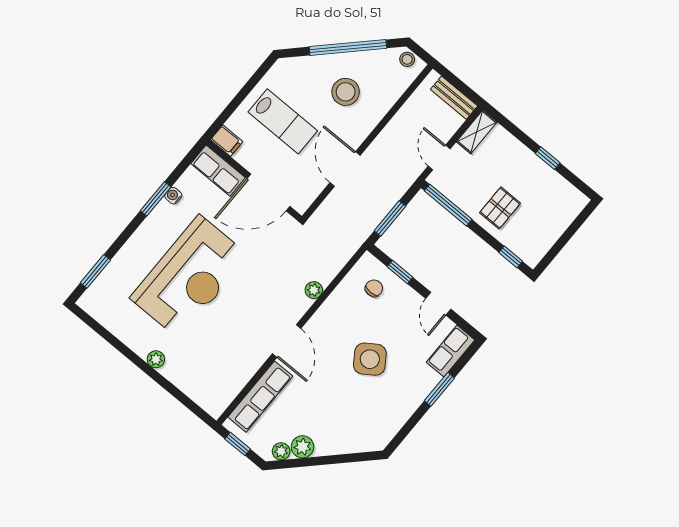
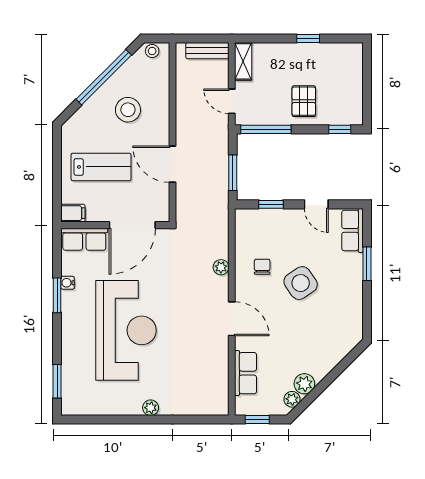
chair: (374, 288) -> (262, 267), moved
row of seats: (260, 397) -> (246, 373), width x0.68

